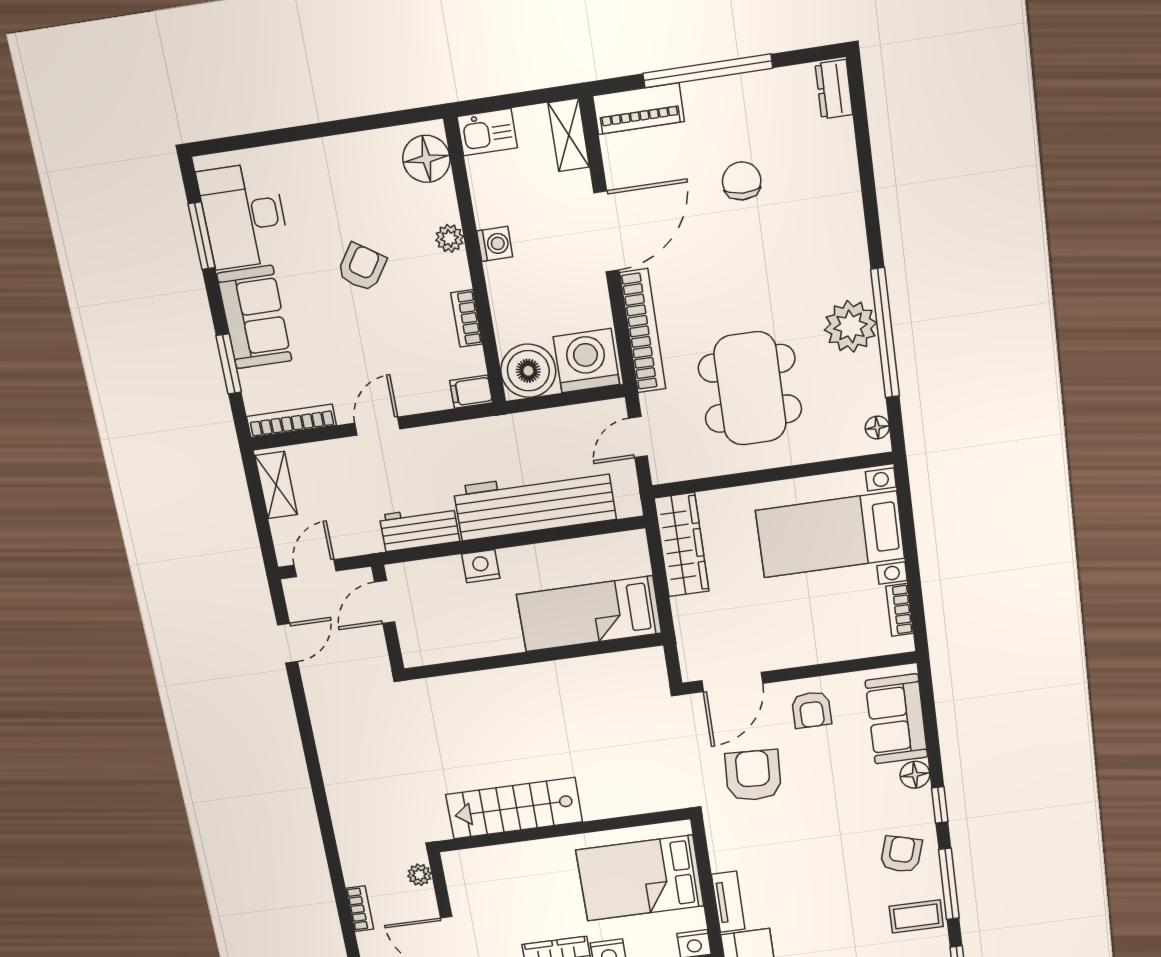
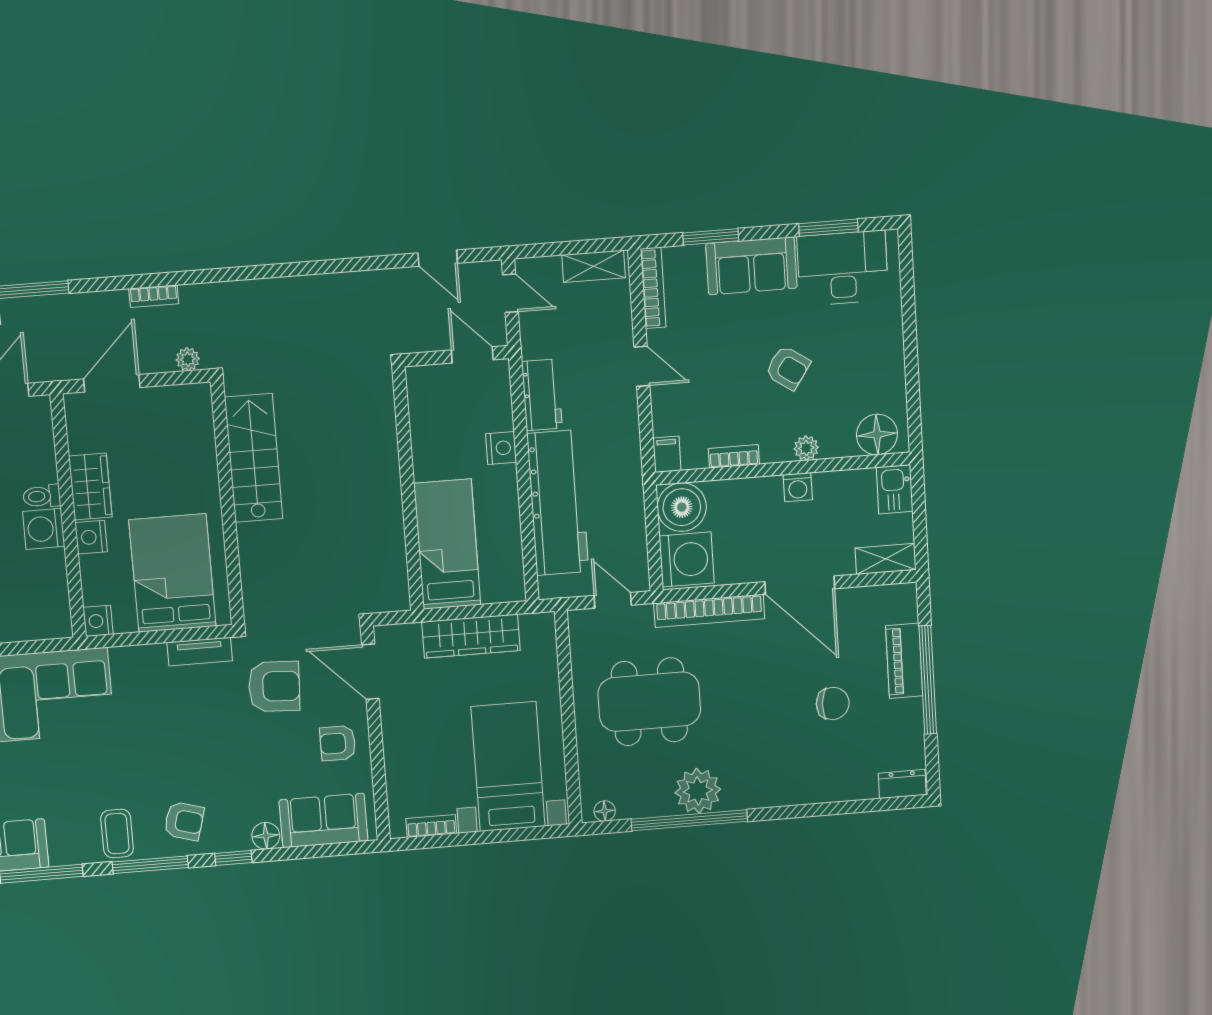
piano: (639, 109) -> (904, 661), moved
wardrobe: (682, 545) -> (471, 636), moved
tv unit: (728, 902) -> (200, 652), moved

